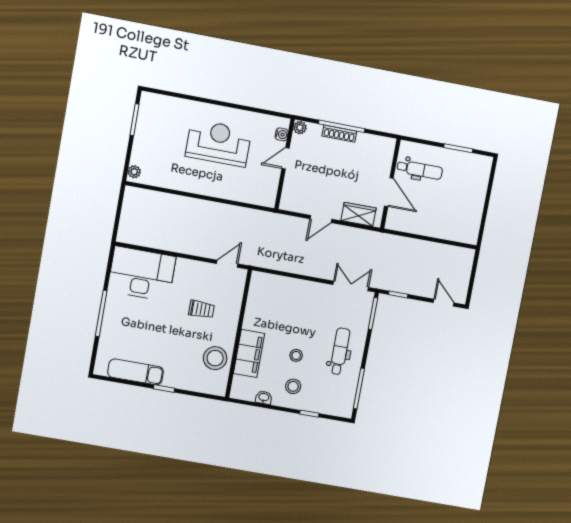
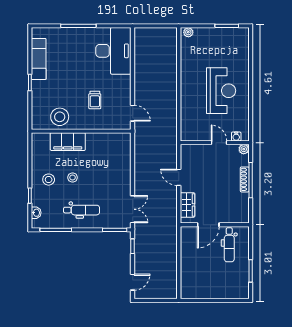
washbasin: (264, 398) -> (36, 213), moved

